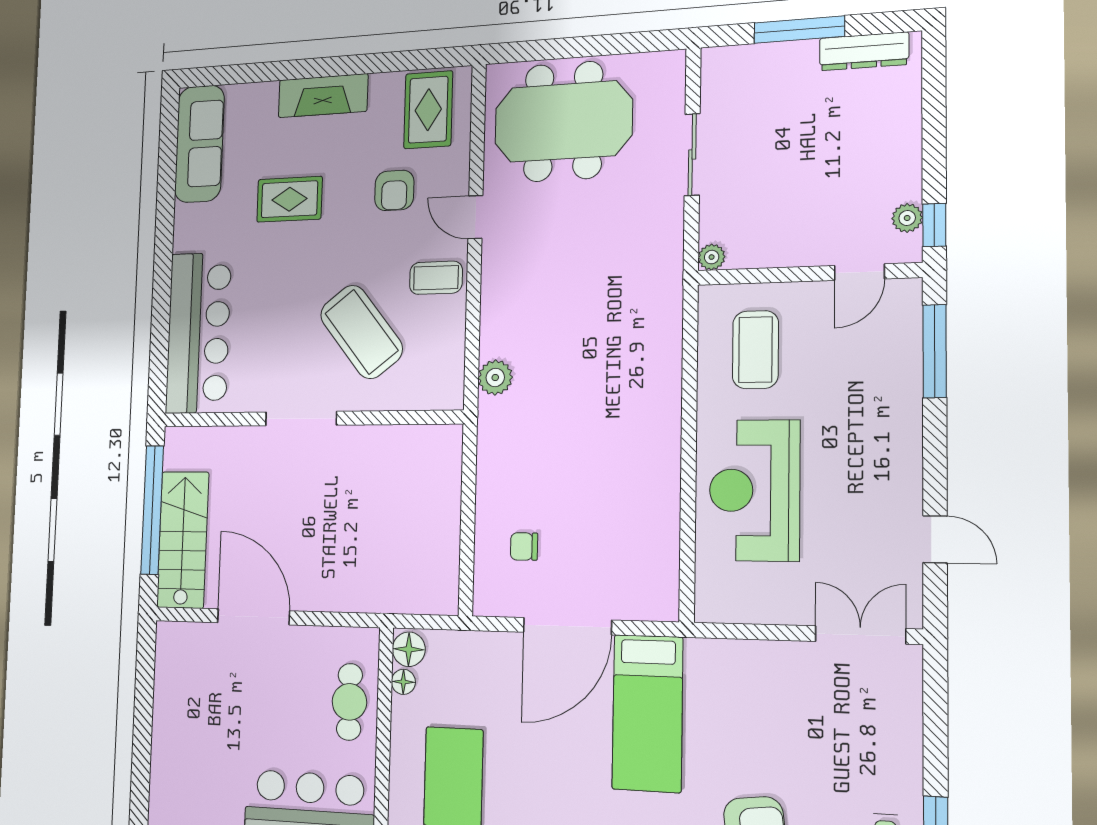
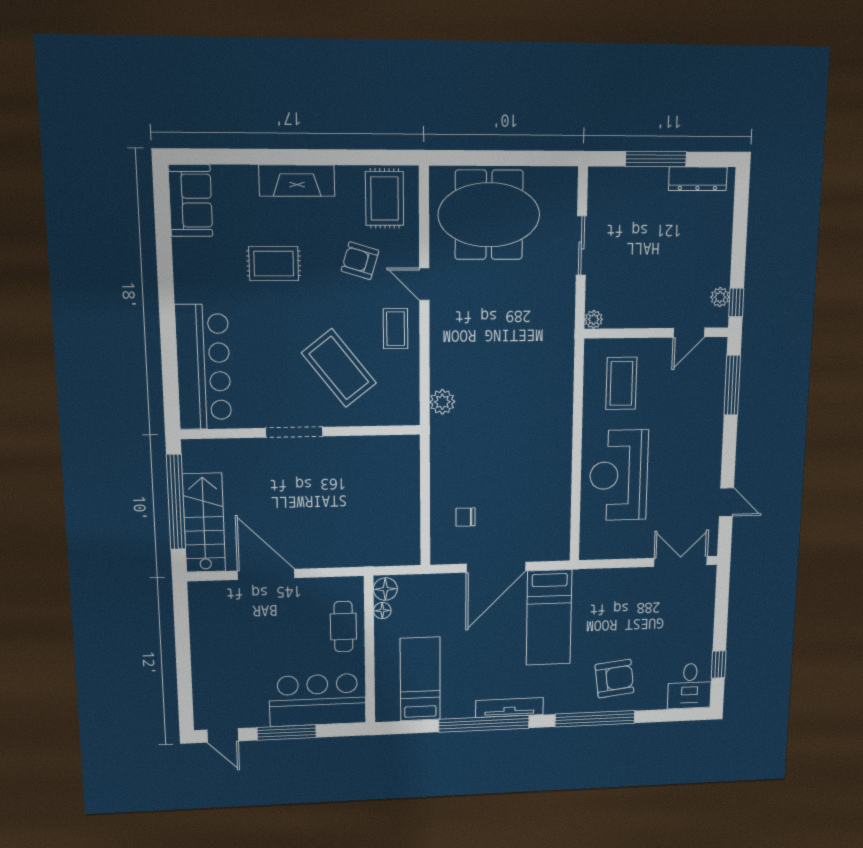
sofa: (199, 144) -> (191, 201), width x0.73
armchair: (394, 190) -> (360, 261), turned 107
coffee table: (436, 278) -> (396, 329), turned 90

